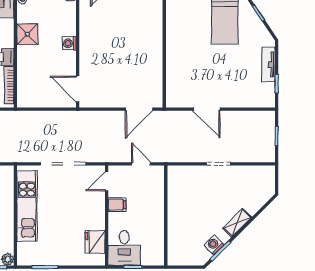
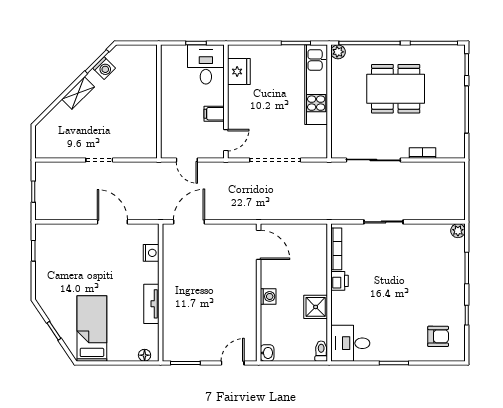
tv unit: (268, 64) -> (151, 304), moved, turned 180
nightstand: (173, 82) -> (151, 253), added
kitchen unit: (27, 206) -> (316, 85), moved

